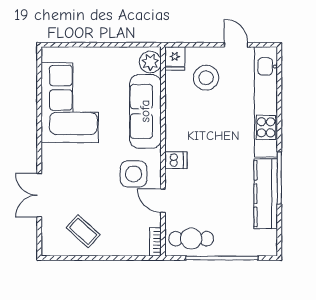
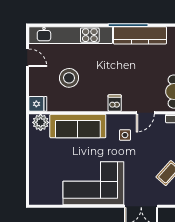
door: (236, 45) -> (27, 58), swing flipped
stool: (206, 78) -> (69, 78), moved
corner sofa: (70, 103) -> (93, 183), moved
side table: (134, 174) -> (125, 135), width x0.54, depth x0.54

